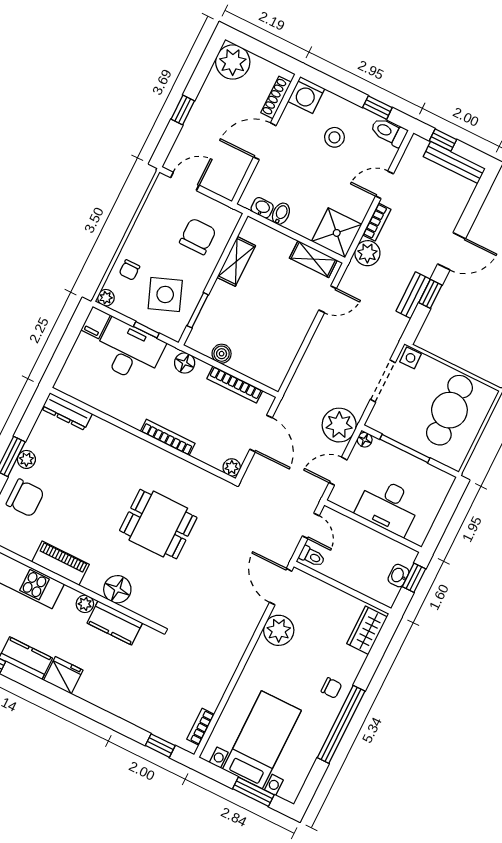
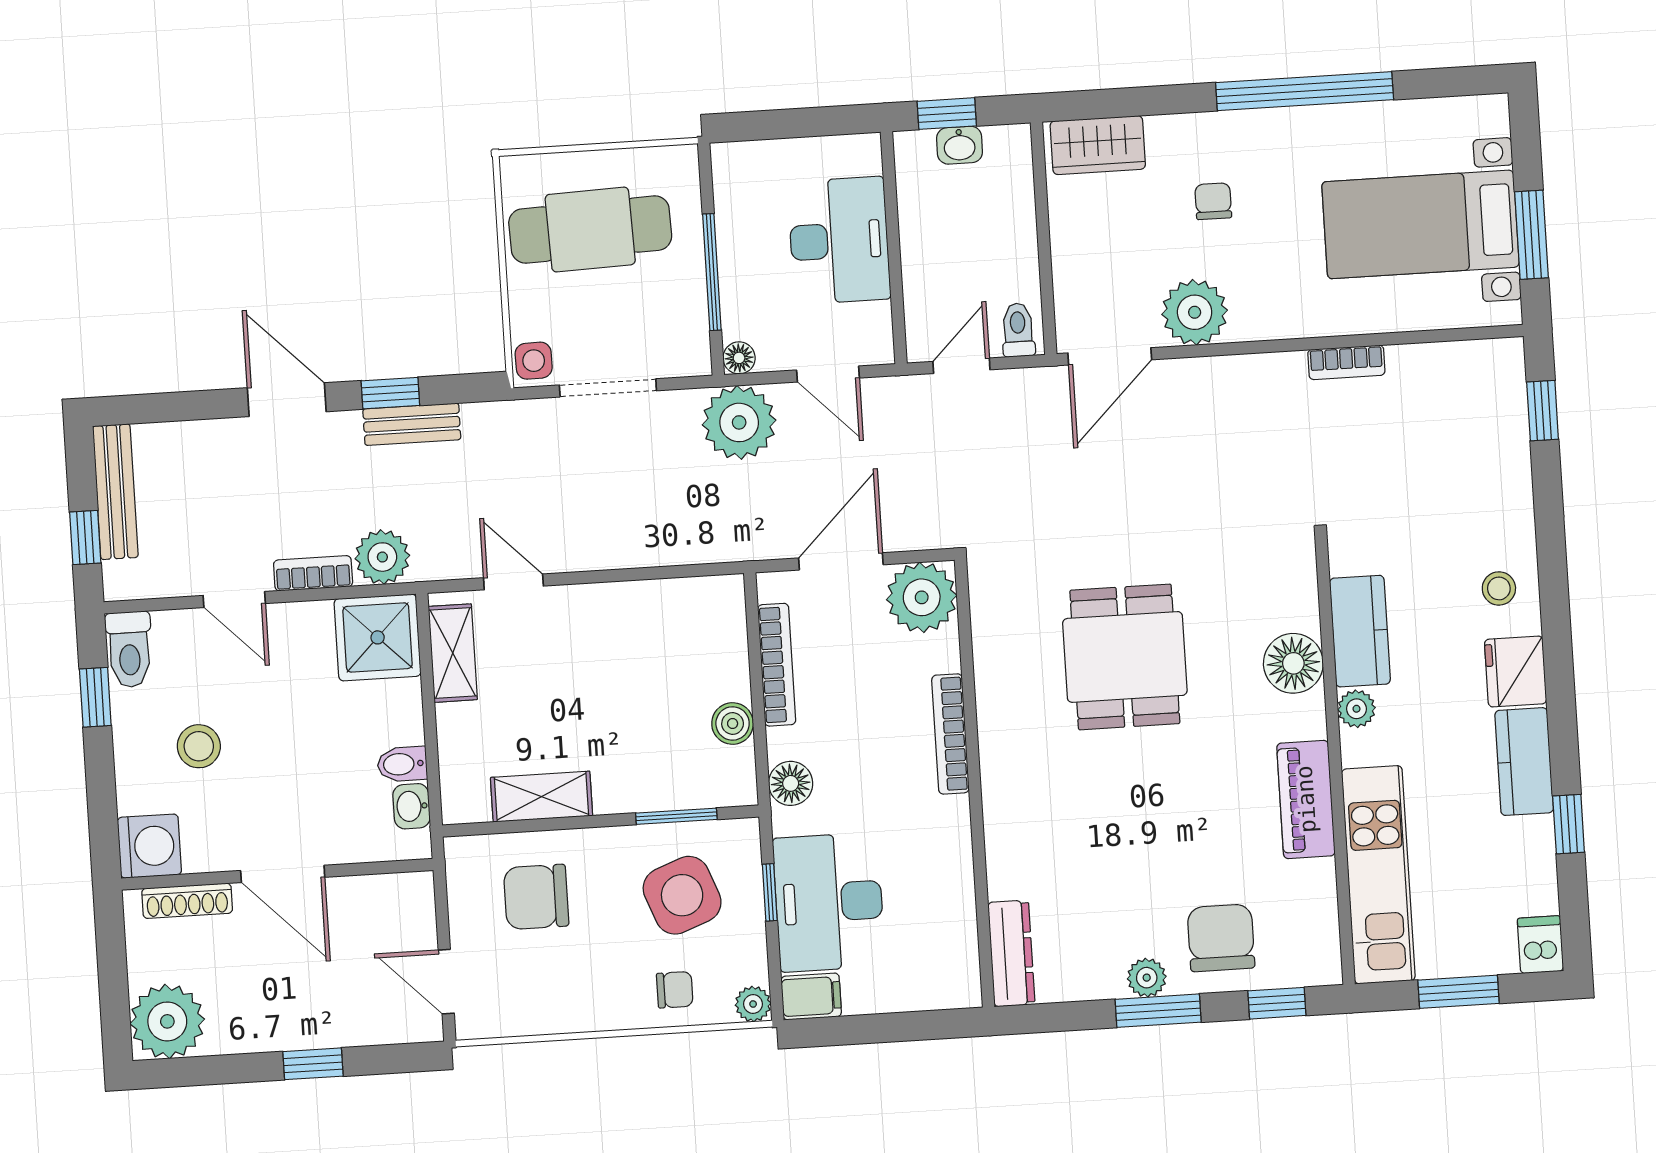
plant: (232, 467) -> (922, 597), width x1.87, depth x1.87
stool: (100, 688) -> (1499, 588), added
chair: (331, 688) -> (1213, 201), moved
bookcase: (201, 727) -> (1346, 362), moved
window: (253, 792) -> (1531, 235), moved

